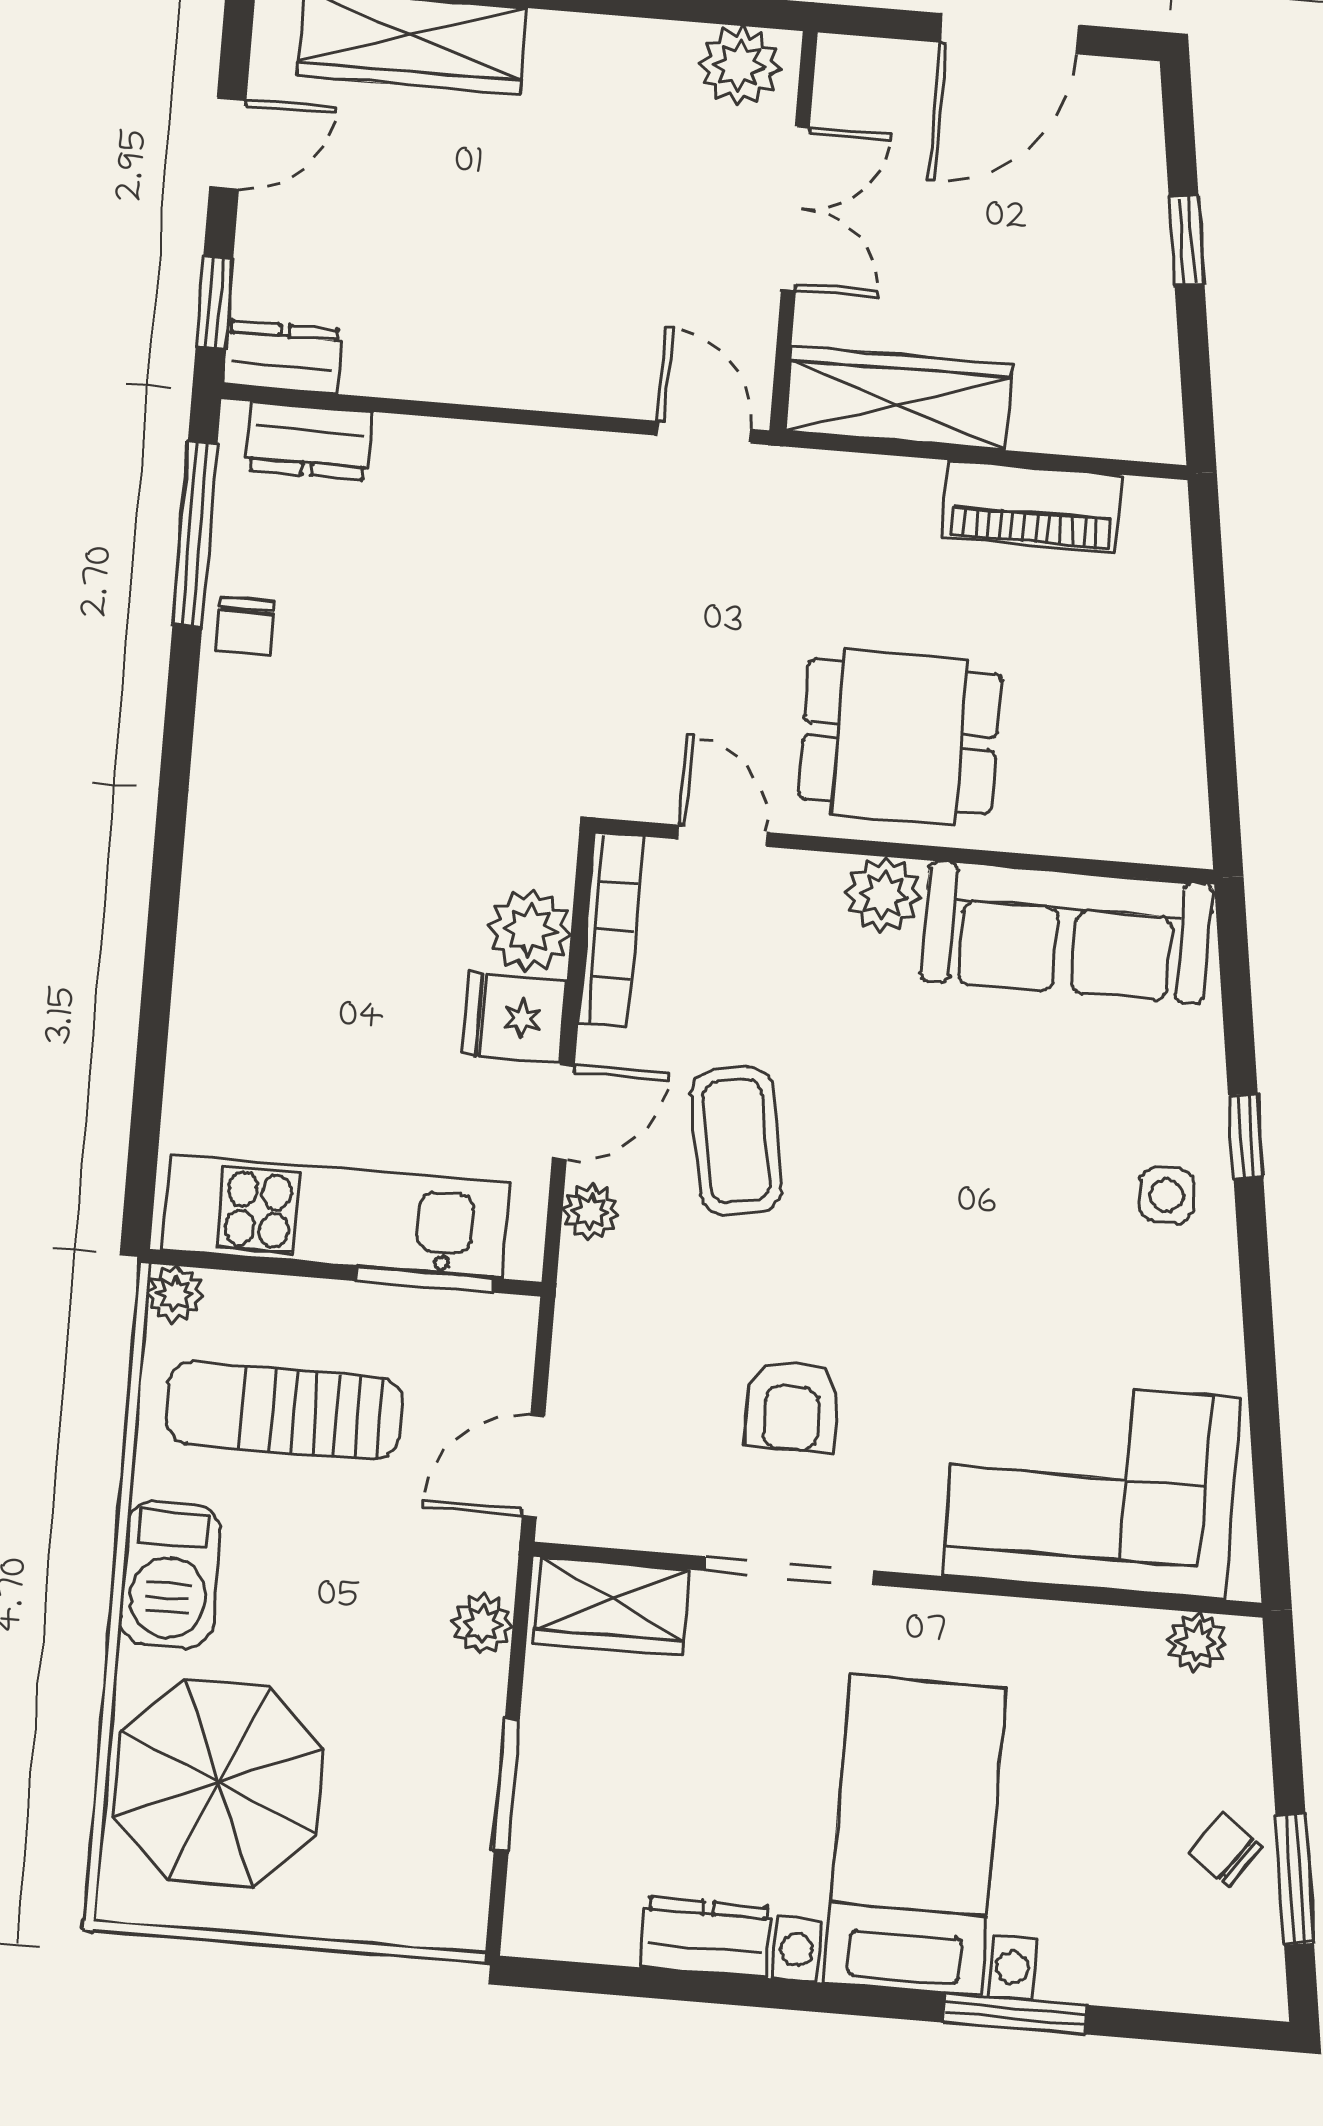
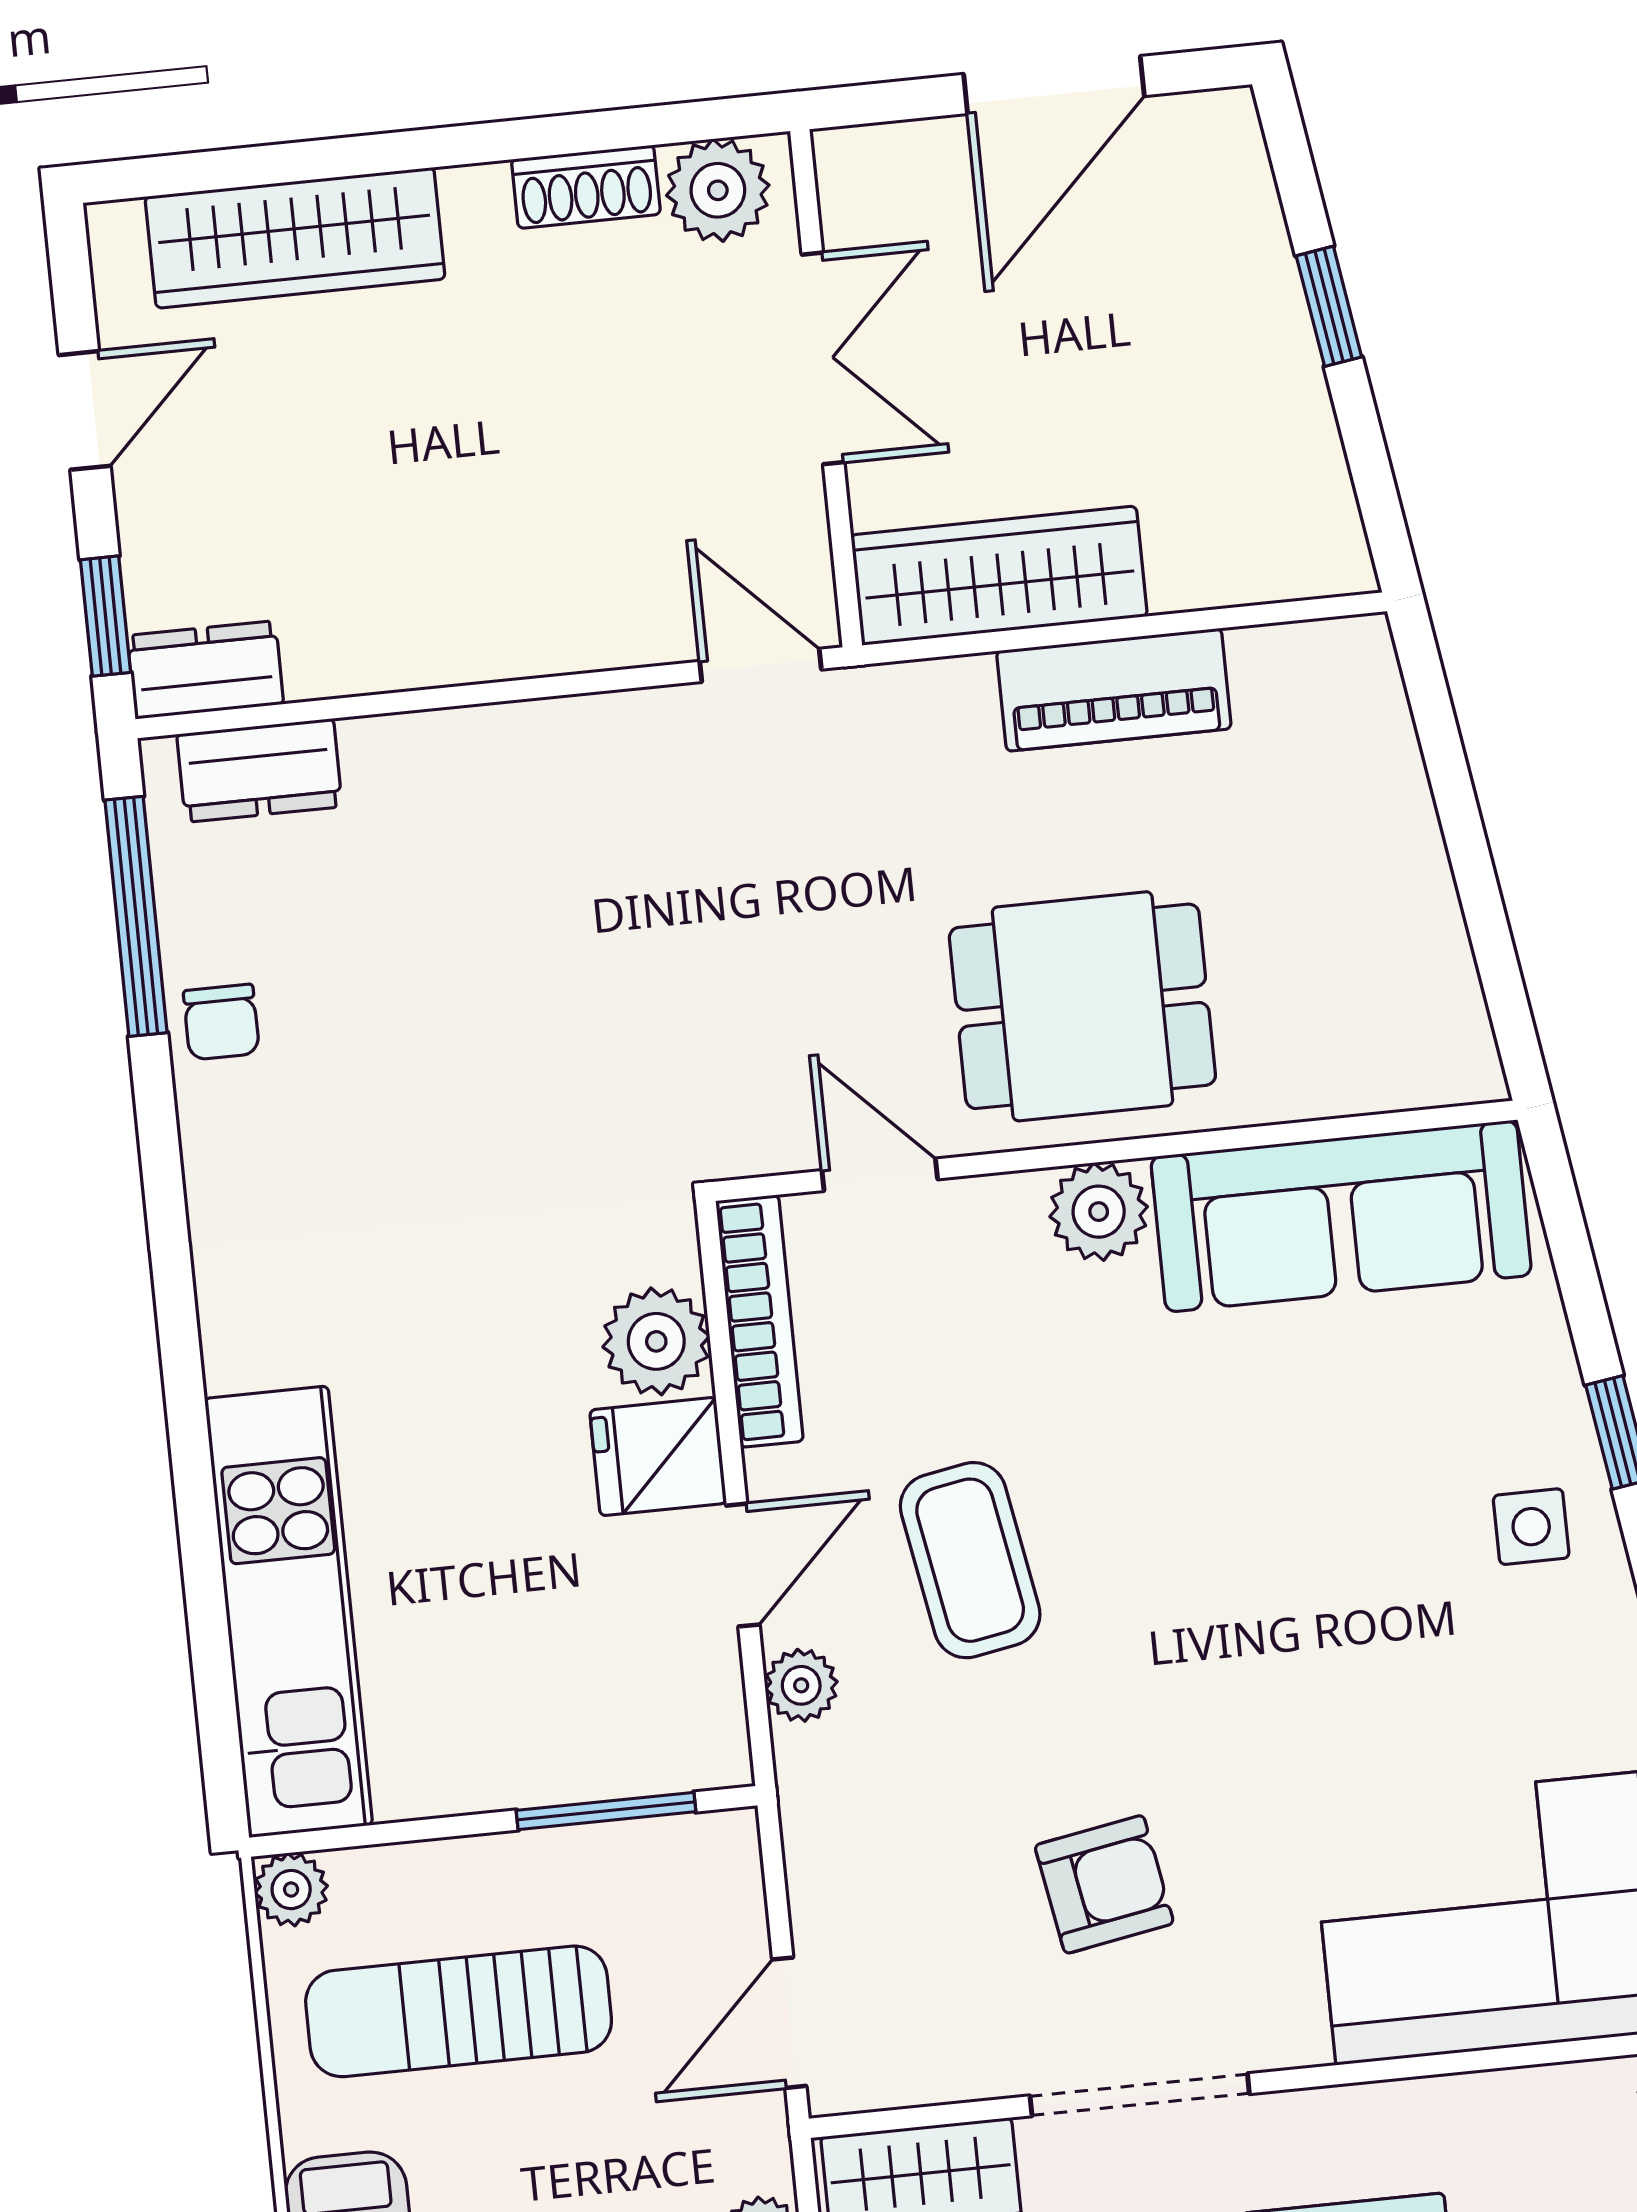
shoe rack: (640, 45) -> (586, 187), added
piano: (1032, 506) -> (1114, 690), moved
kitchen unit: (336, 1216) -> (288, 1612), moved, turned 90
armchair: (792, 1406) -> (1104, 1884), turned -100

